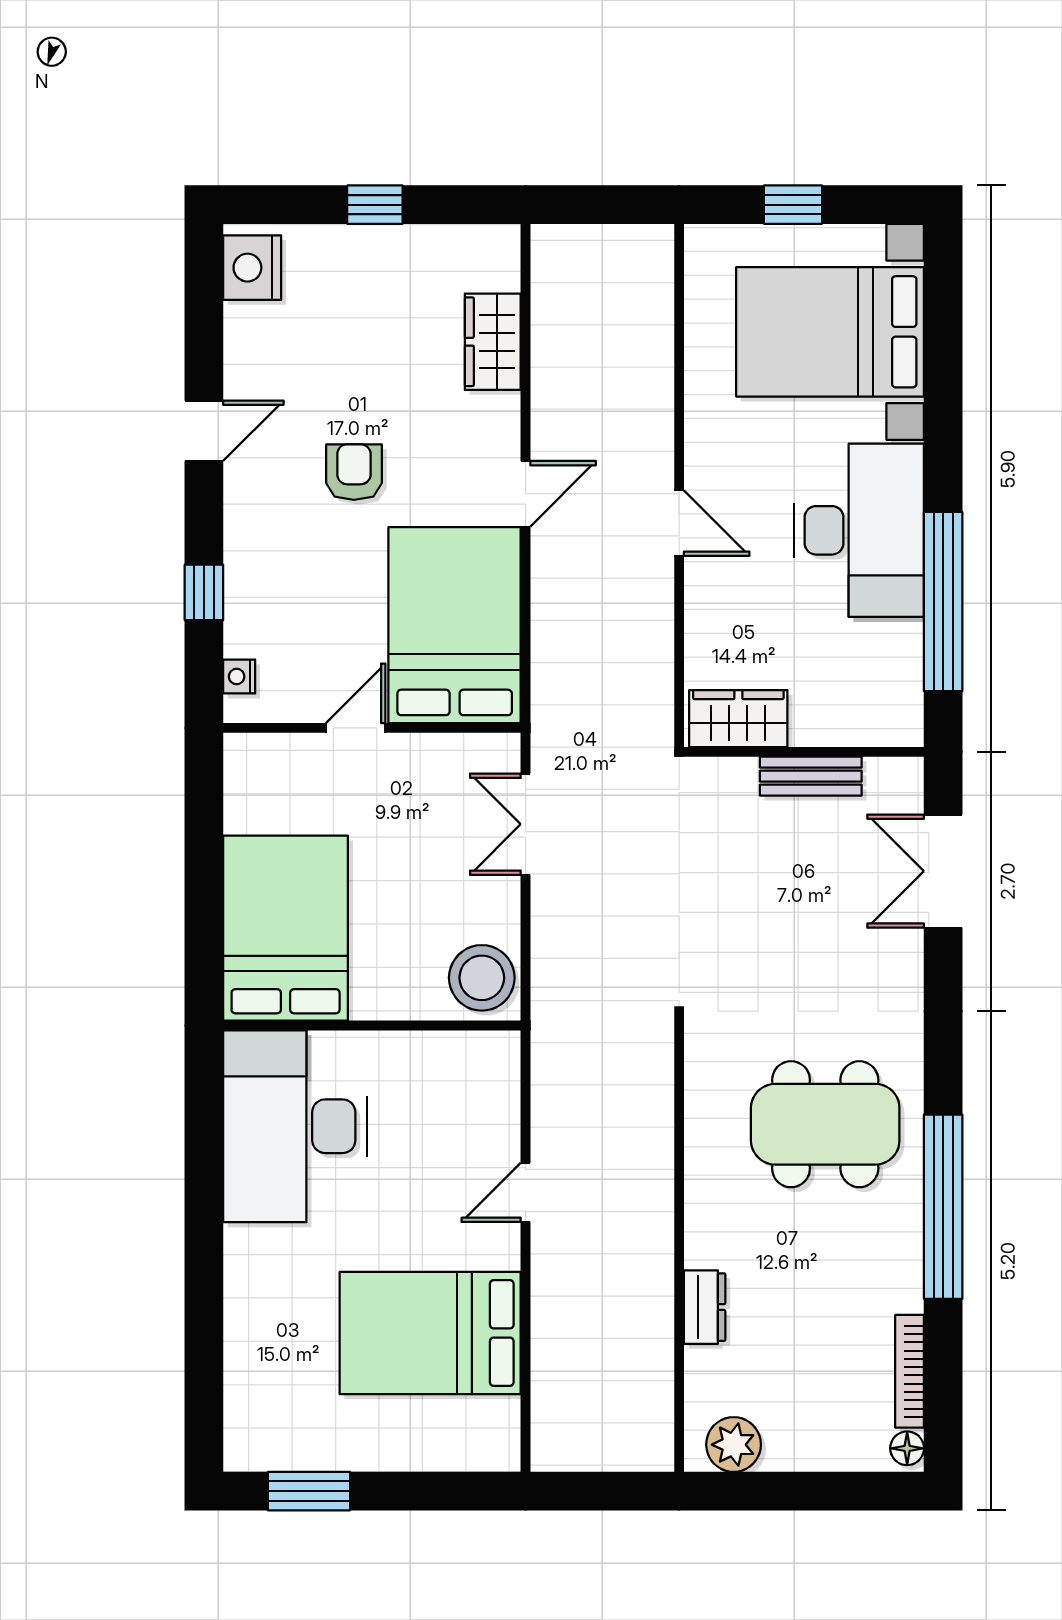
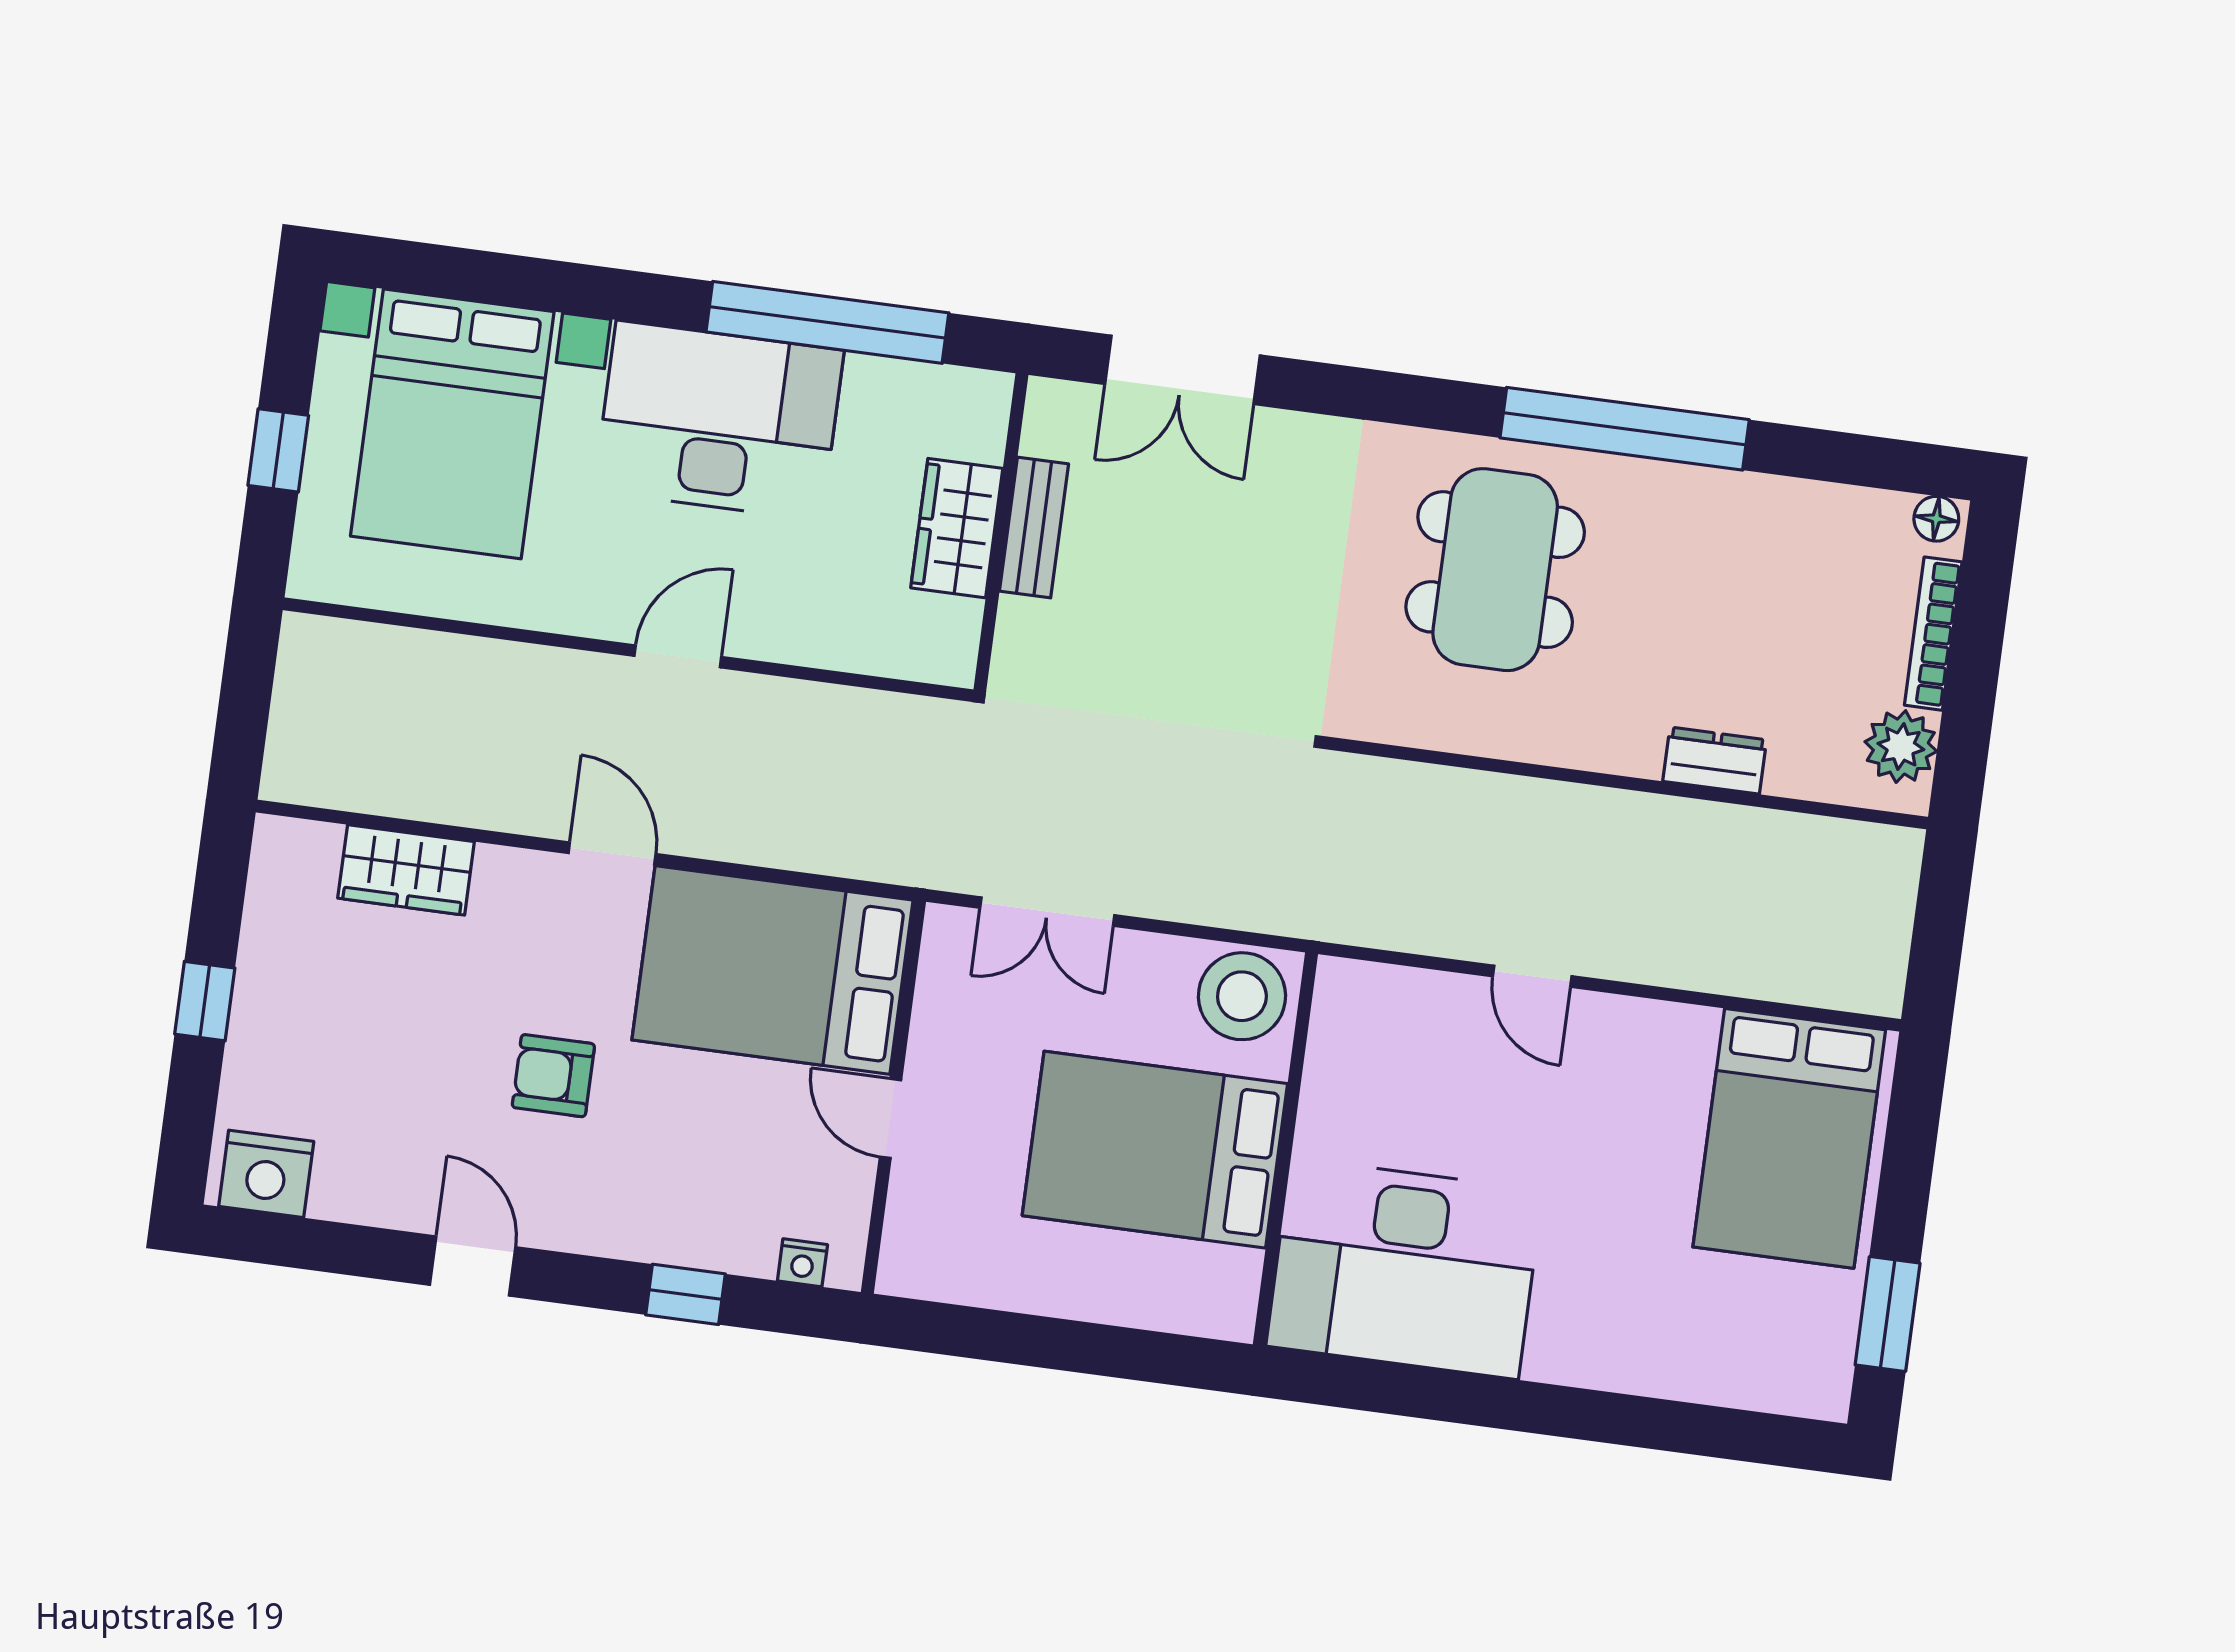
wardrobe: (738, 719) -> (957, 528), moved
bed: (286, 928) -> (1155, 1150), moved
bed: (430, 1333) -> (1789, 1138), moved
bookcase: (910, 1371) -> (1933, 634), moved, turned 90

